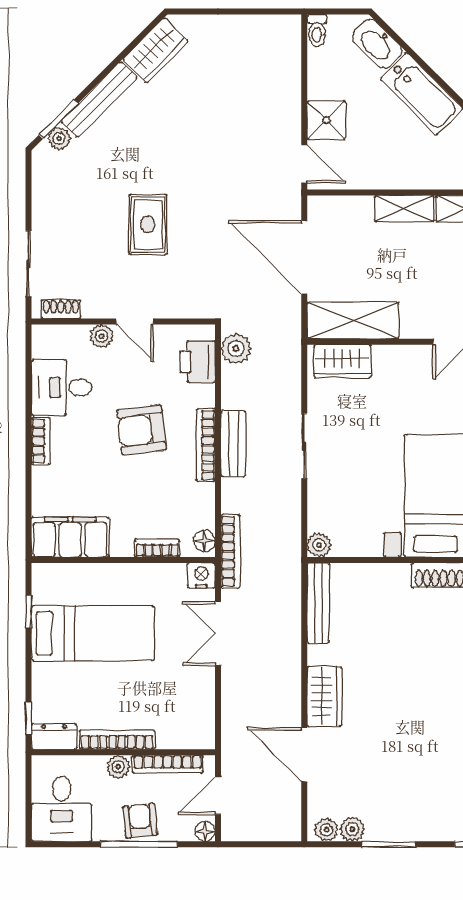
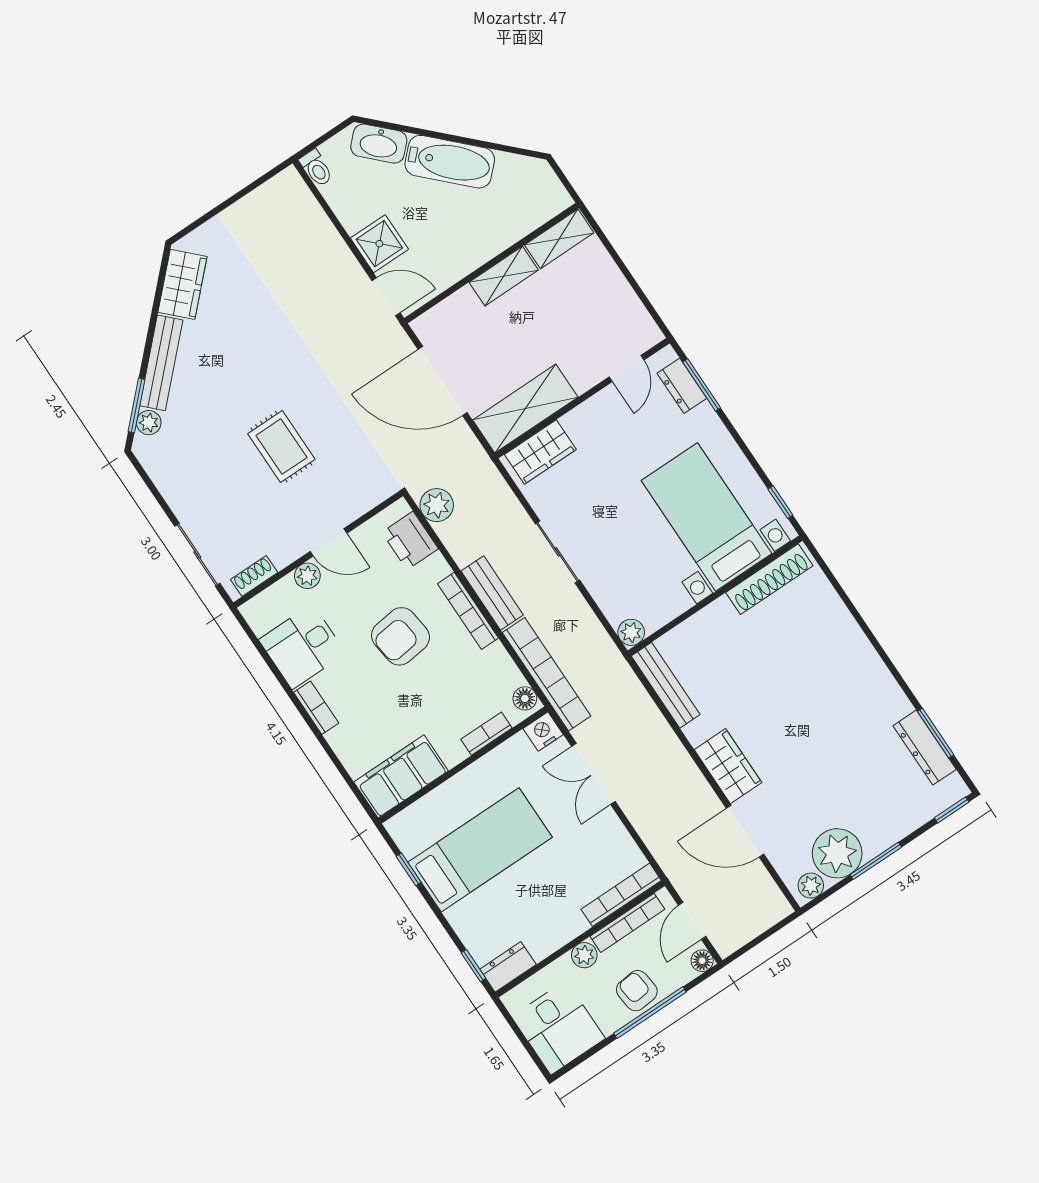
bookcase: (230, 551) -> (547, 674), width x1.48, depth x1.31
bookcase: (117, 740) -> (621, 895), moved
plant: (352, 829) -> (837, 853), width x1.87, depth x1.87

